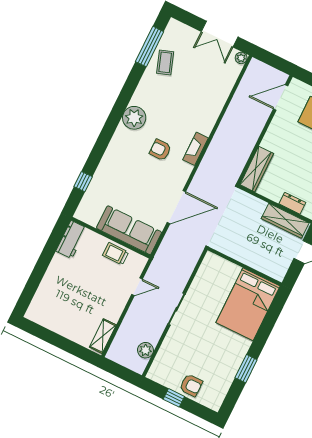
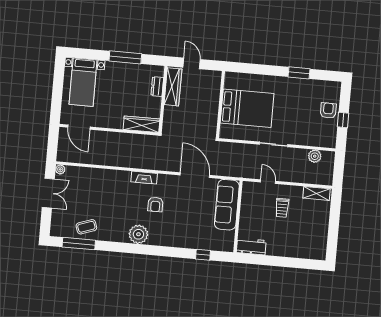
trolley: (116, 254) -> (282, 208), moved
bed: (248, 304) -> (247, 108), moved

